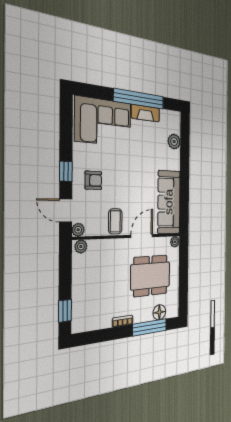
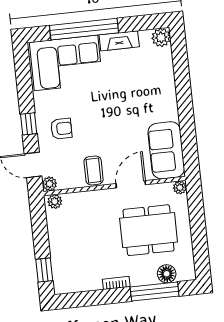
window: (139, 99) -> (84, 29), moved
plant: (174, 142) -> (161, 37), moved
sofa: (169, 202) -> (166, 150), width x0.73

